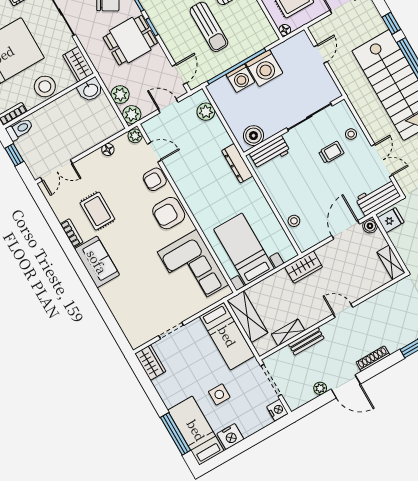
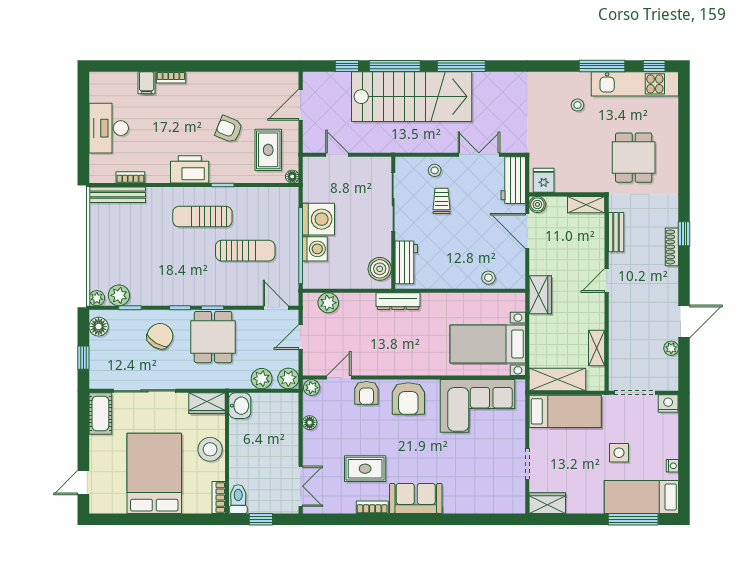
bench: (306, 341) -> (616, 232), moved
shoe rack: (373, 359) -> (672, 247), moved
nightstand: (230, 437) -> (672, 466), width x0.53, depth x0.56

